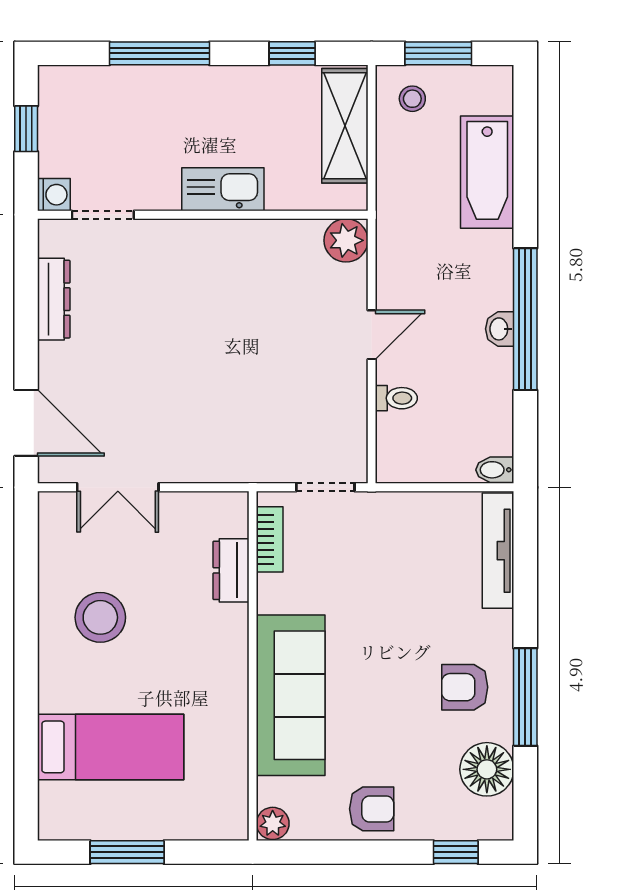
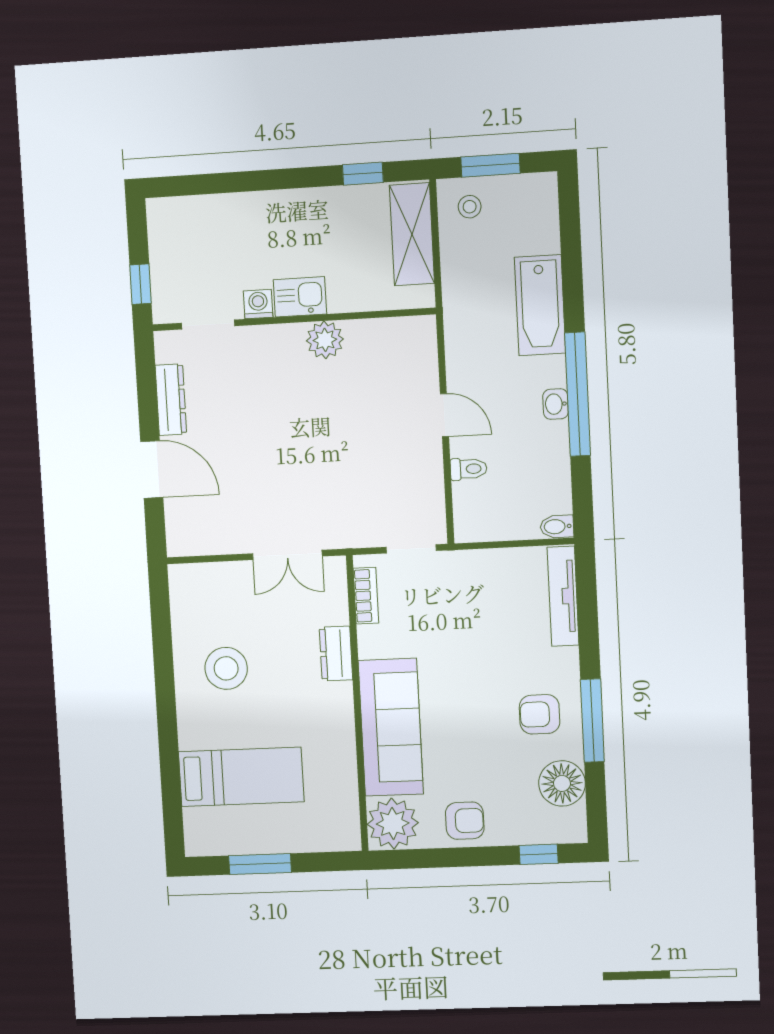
window: (159, 53) -> (249, 181), removed
window: (26, 129) -> (140, 284), moved
bathtub: (487, 172) -> (540, 305), moved
kitchen sink: (223, 189) -> (300, 297), width x0.73
washing machine: (54, 195) -> (258, 304), moved, turned -90
plant: (346, 240) -> (325, 340), moved
door: (372, 335) -> (444, 415), hinge flipped
door: (26, 423) -> (152, 469), moved
double door: (118, 487) -> (287, 555), moved
dresser: (231, 570) -> (336, 654), moved
plant: (273, 823) -> (393, 823), width x1.87, depth x1.87

